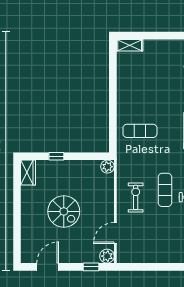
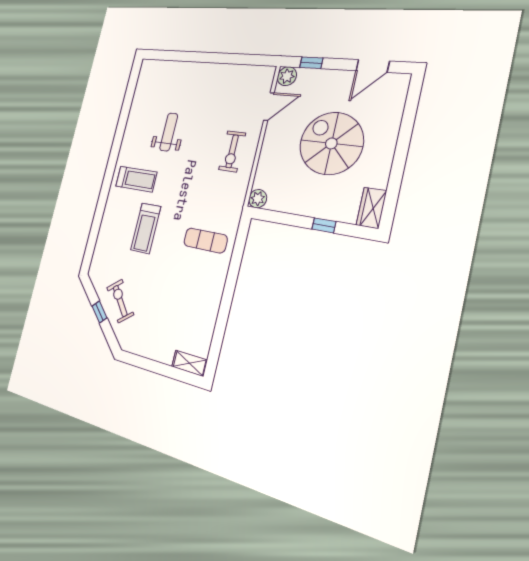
exercise mat: (165, 190) -> (195, 157), removed
spiral stairs: (64, 211) -> (331, 143), width x1.37, depth x1.37

